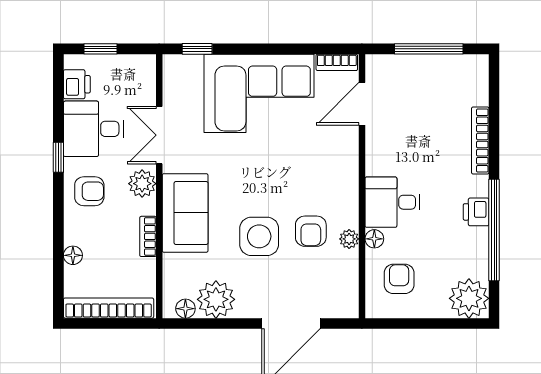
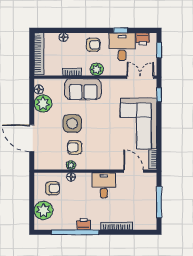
double door: (159, 135) -> (140, 77), moved
window: (58, 157) -> (121, 30), moved
armchair: (89, 191) -> (93, 45), turned -90
desk: (392, 202) -> (104, 185), moved
plant: (469, 298) -> (43, 210), moved

